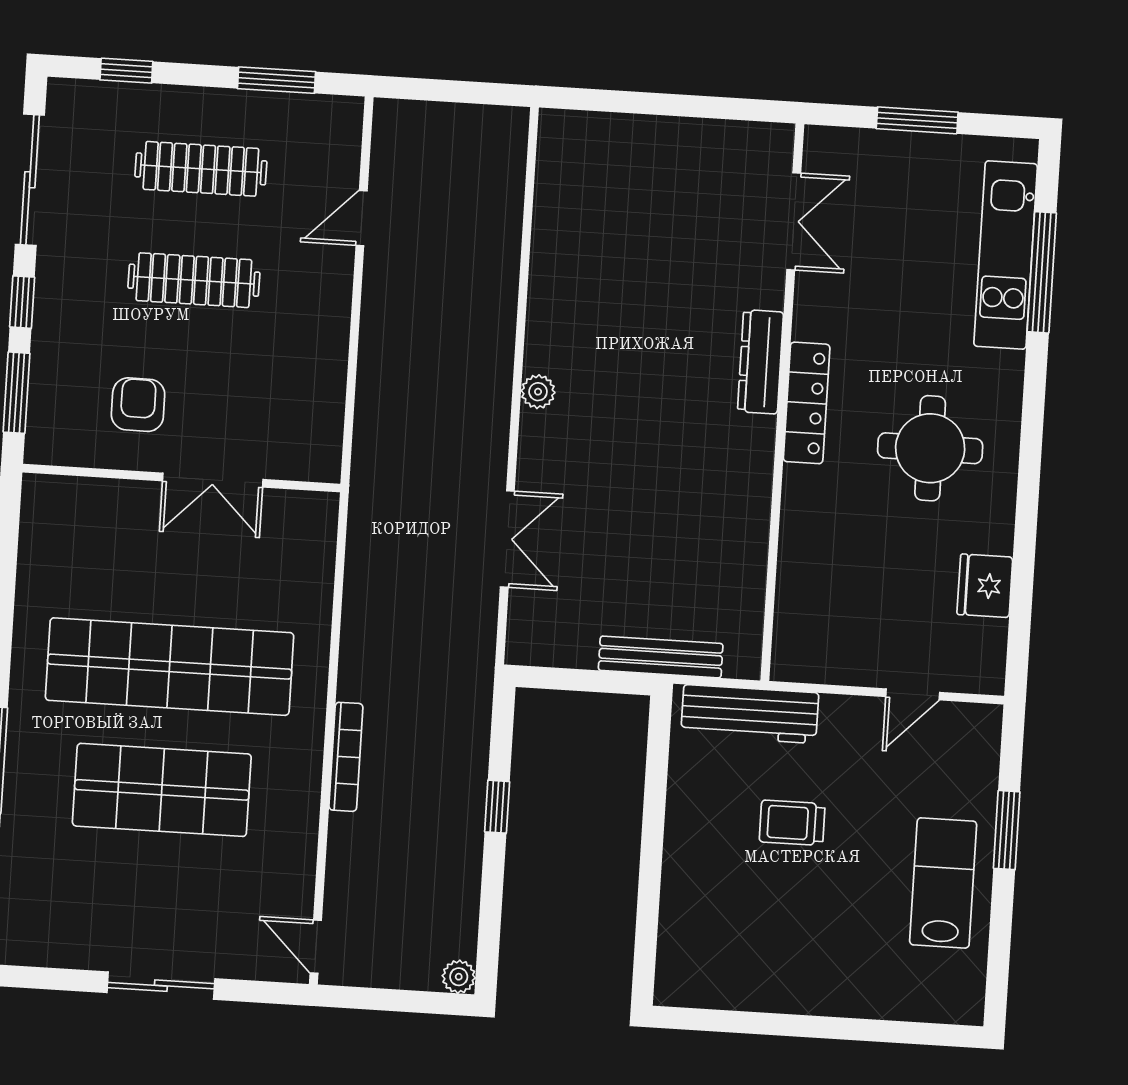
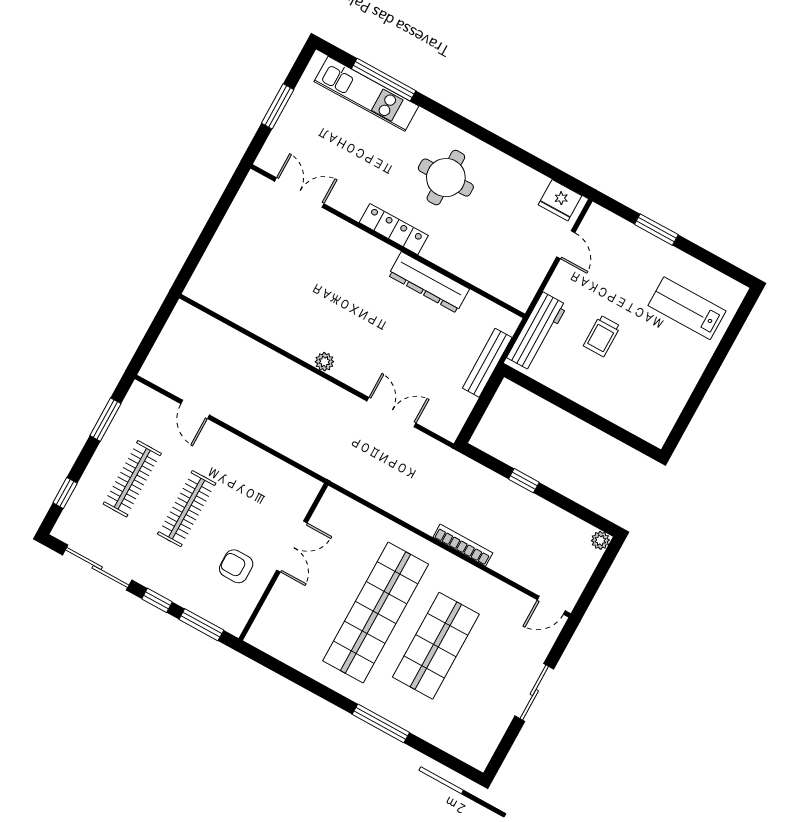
dresser: (760, 362) -> (429, 282), moved, width x1.37, depth x1.24
fridge: (985, 586) -> (560, 200), moved
lab bench: (943, 883) -> (687, 308), moved

